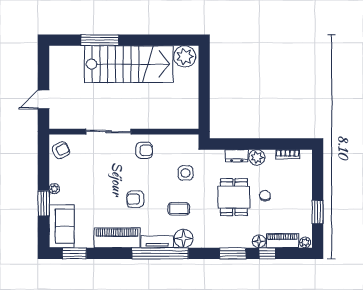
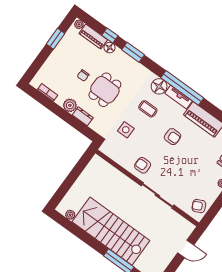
plant: (185, 56) -> (70, 215), width x0.53, depth x0.53

